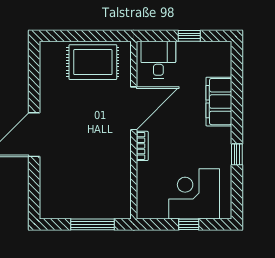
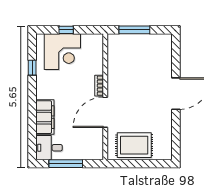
window: (189, 36) -> (66, 164), width x2.17
desk: (158, 60) -> (49, 148), moved, turned 90
window: (237, 154) -> (32, 68), moved

